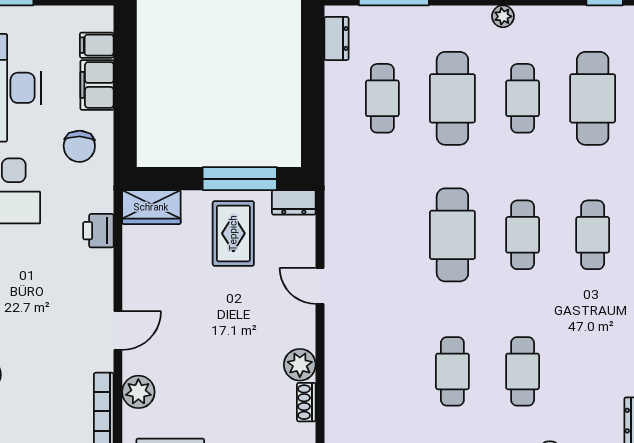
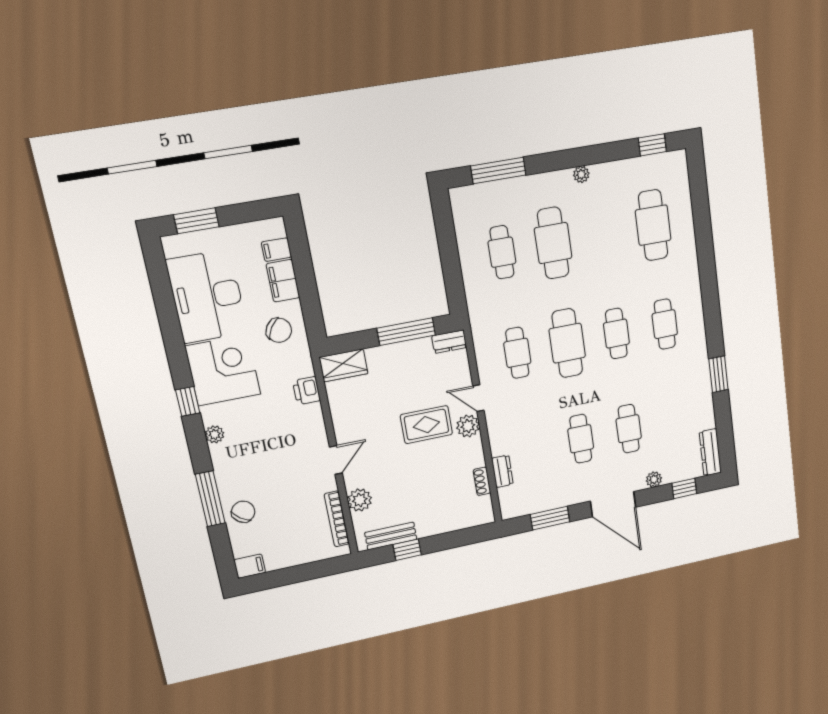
dresser: (336, 38) -> (502, 471), moved
cafe table: (523, 98) -> (517, 353), moved
chair: (79, 146) -> (279, 330), turned -60
rug: (233, 233) -> (426, 425), moved, turned 90
plant: (300, 365) -> (468, 426), moved

